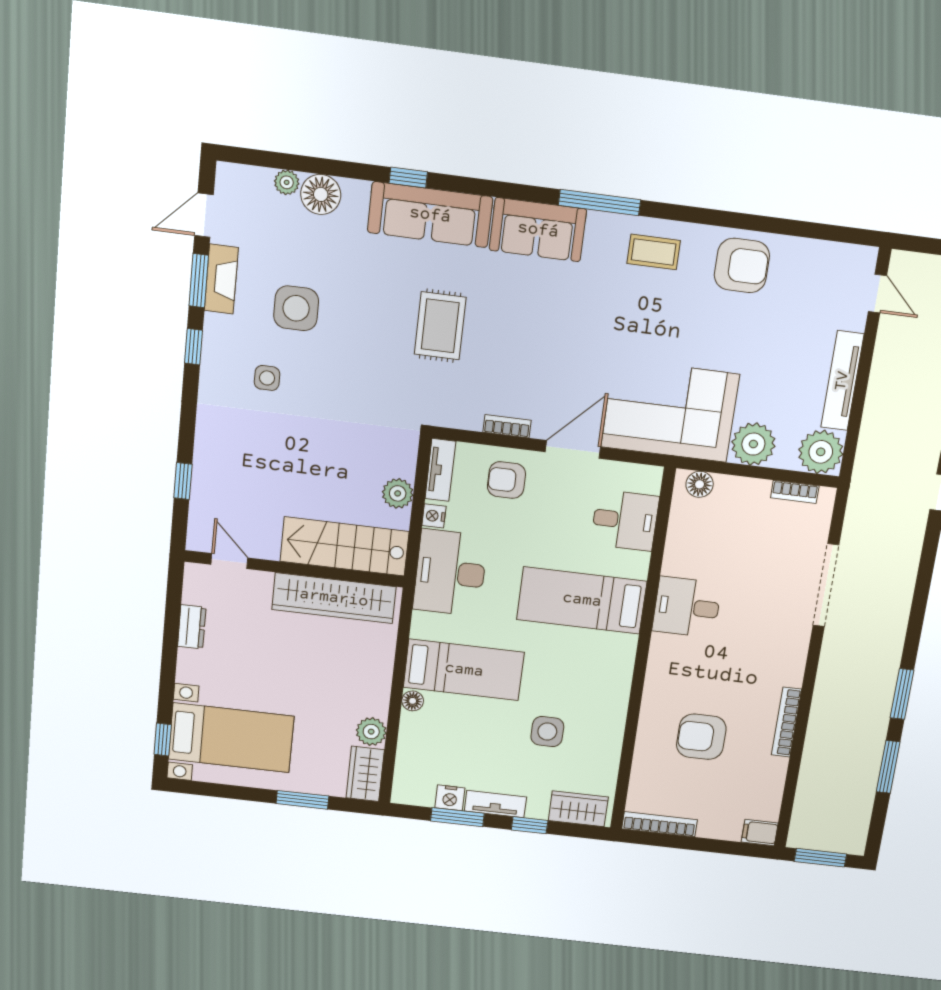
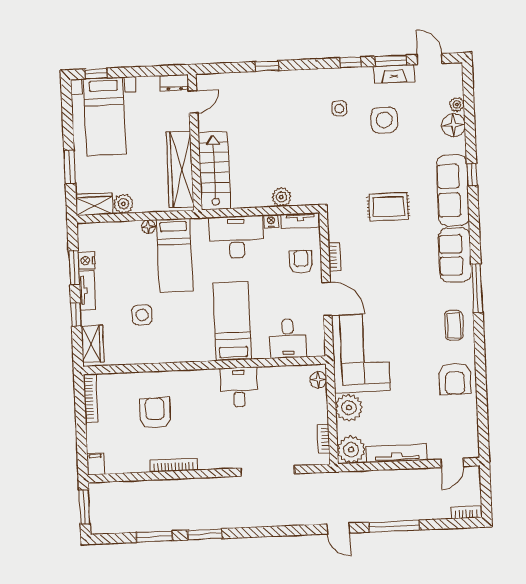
stairs: (345, 546) -> (214, 171), moved
door: (229, 561) -> (193, 102), moved
wall: (294, 569) -> (195, 142), moved
wardrobe: (334, 598) -> (180, 169), moved

